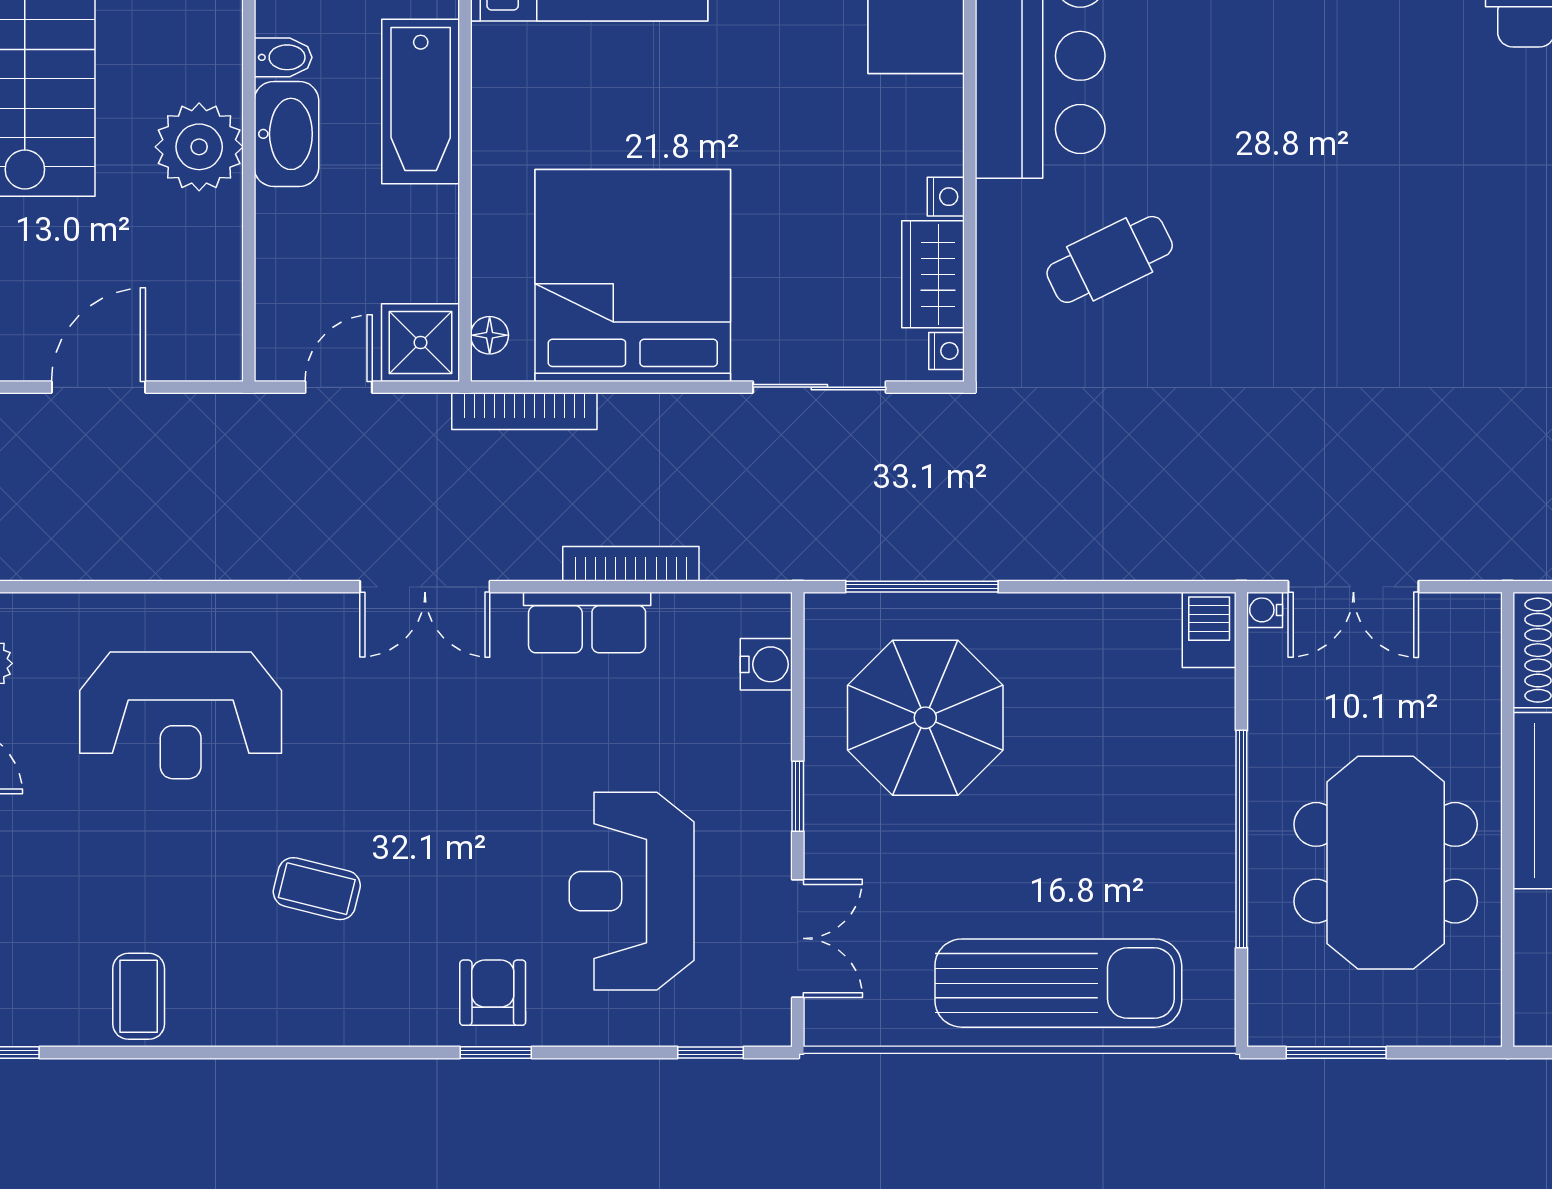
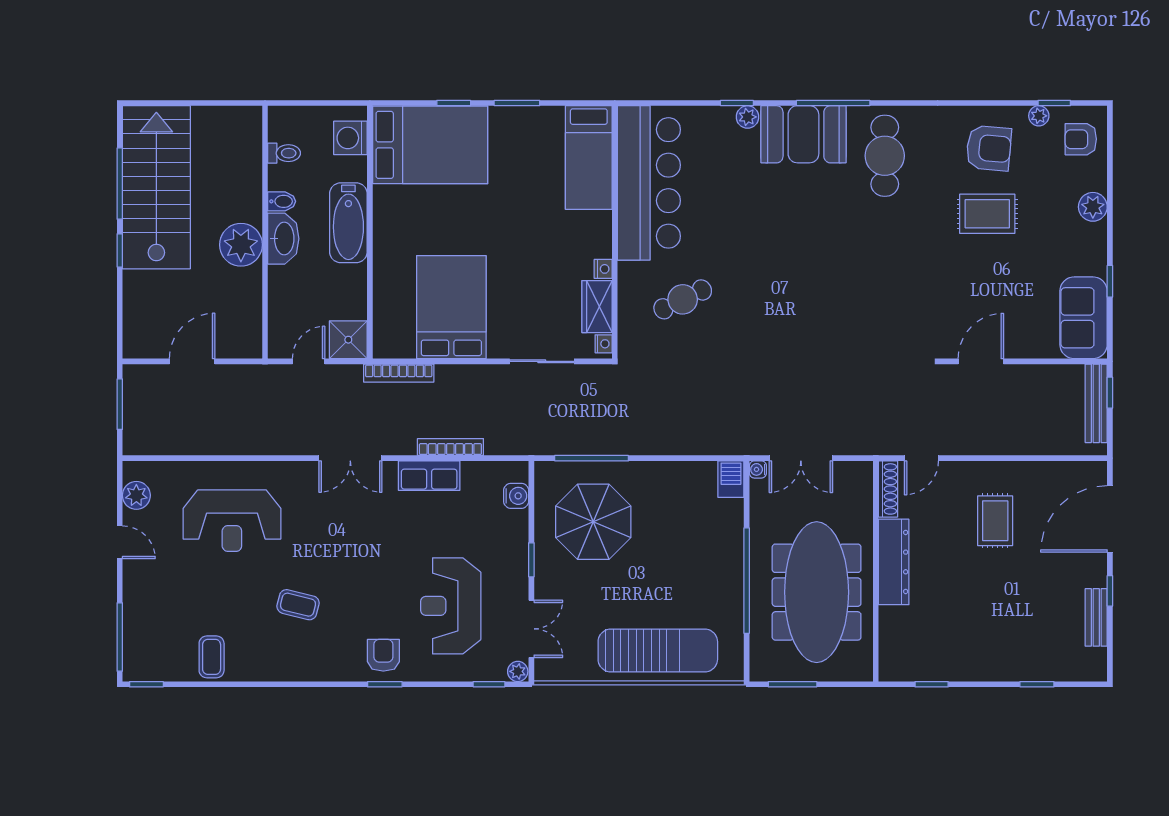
bed: (633, 275) -> (451, 307), width x0.73
floor lamp: (490, 335) -> (382, 336), removed
meeting table: (1386, 863) -> (817, 592), width x1.36
plant: (770, 1026) -> (518, 671), added

